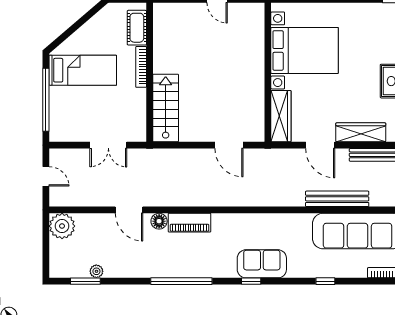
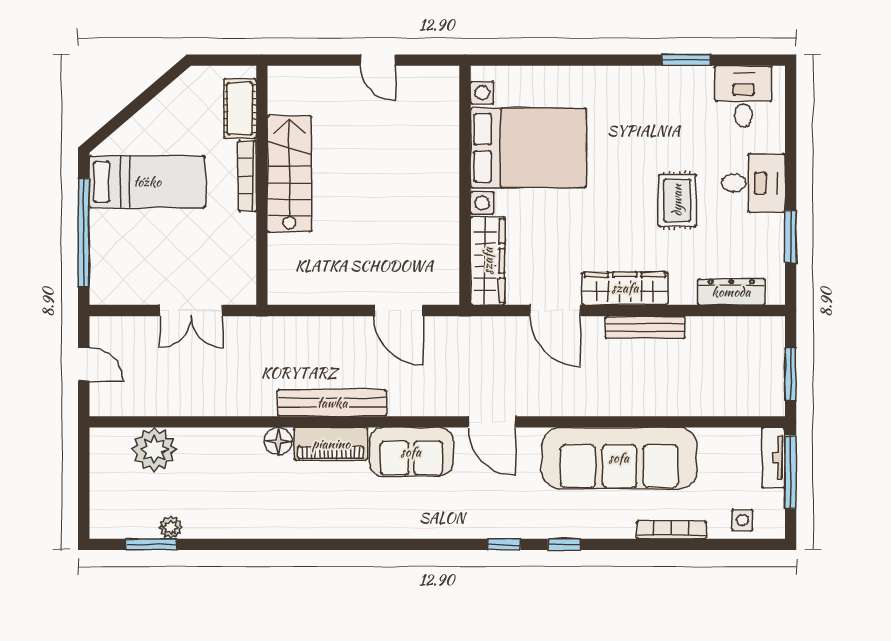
stairs: (166, 108) -> (289, 174), moved
bench: (337, 199) -> (332, 403), moved
door: (129, 210) -> (492, 422), moved
plant: (62, 226) -> (154, 450), moved
sofa: (262, 264) -> (411, 452), moved, turned 180
window: (181, 281) -> (317, 544), removed
window: (251, 281) -> (504, 544), moved

